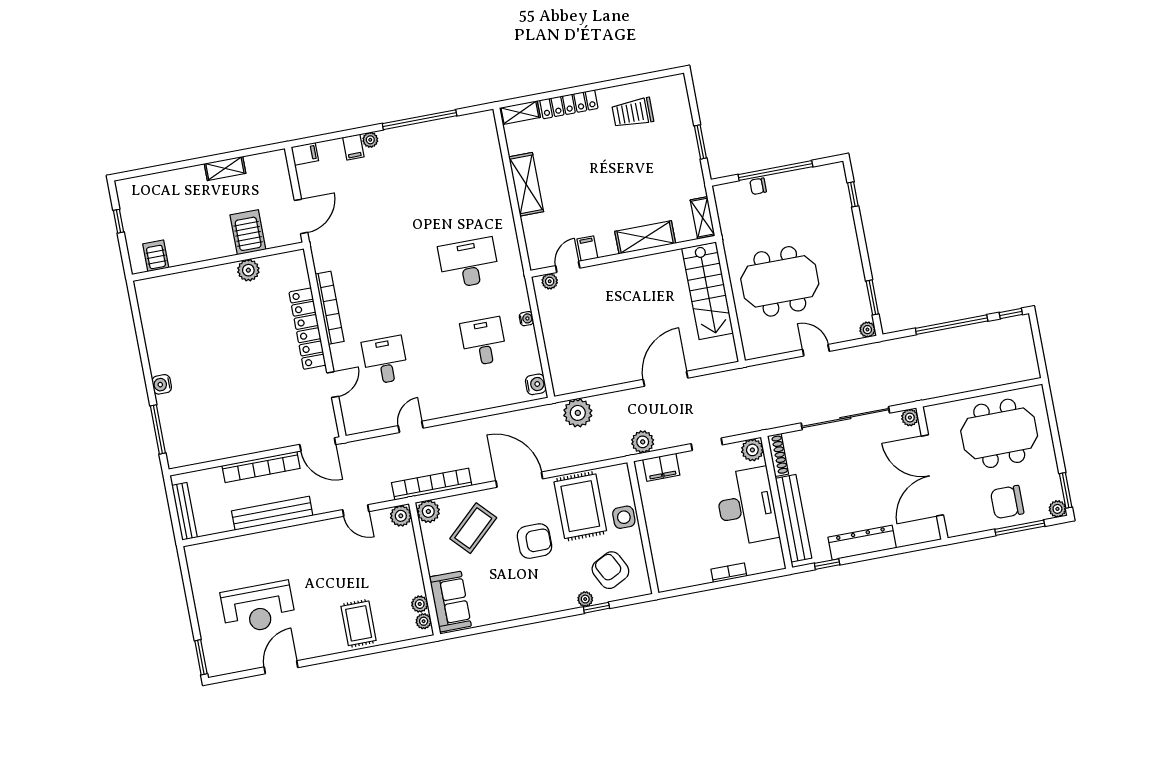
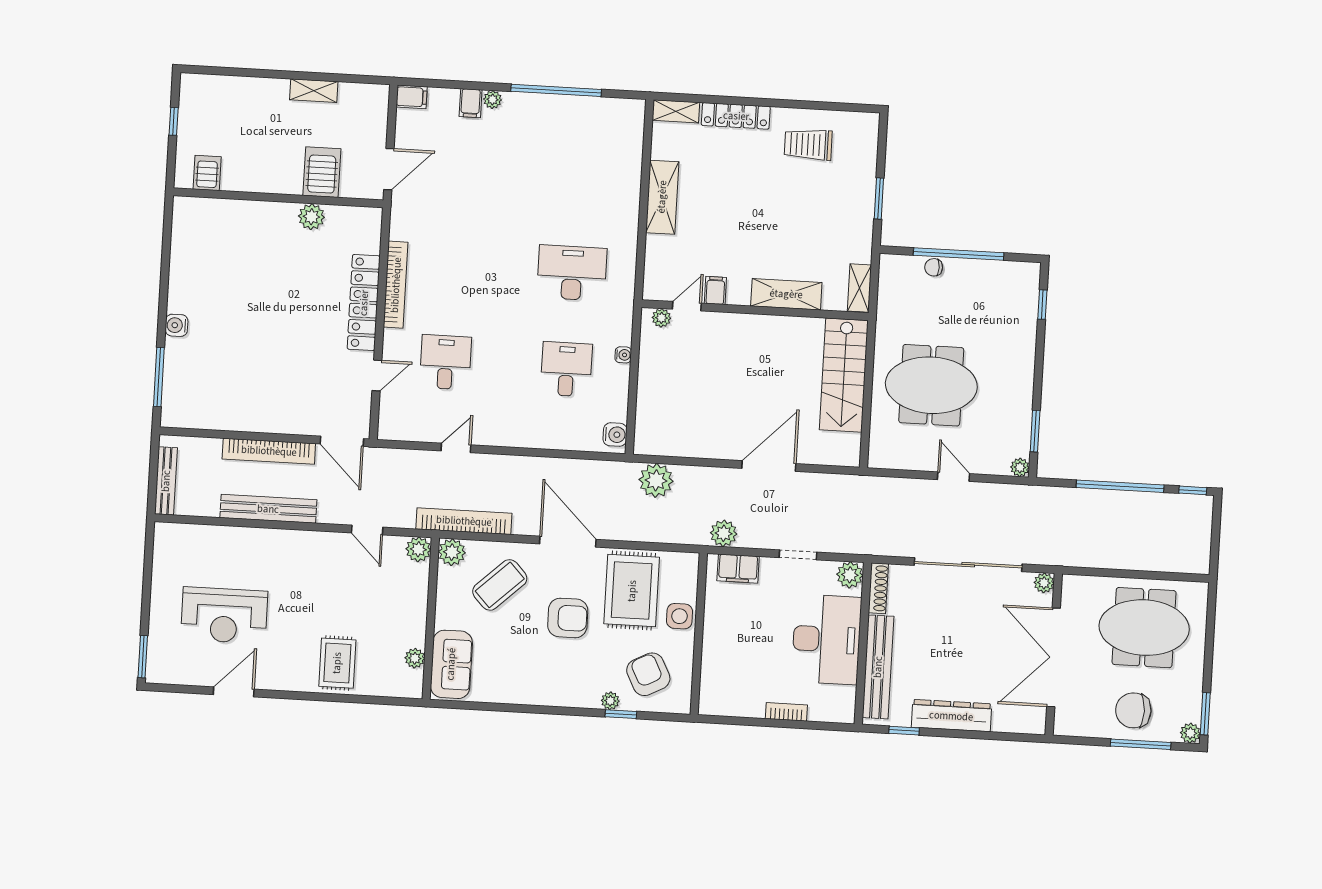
plant: (424, 621) -> (414, 680), removed

